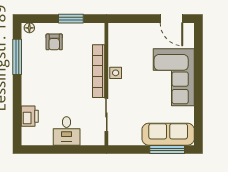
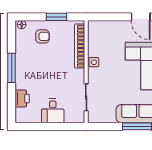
armchair: (54, 42) -> (42, 36), turned -90
window: (17, 57) -> (12, 68), moved
bookcase: (99, 71) -> (80, 46), moved

